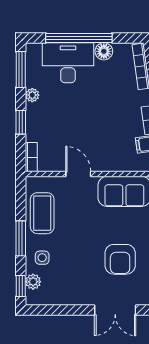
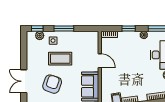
door: (78, 174) -> (100, 61), hinge flipped
coffee table: (42, 213) -> (60, 59), moved
armchair: (120, 259) -> (52, 84), turned 109

